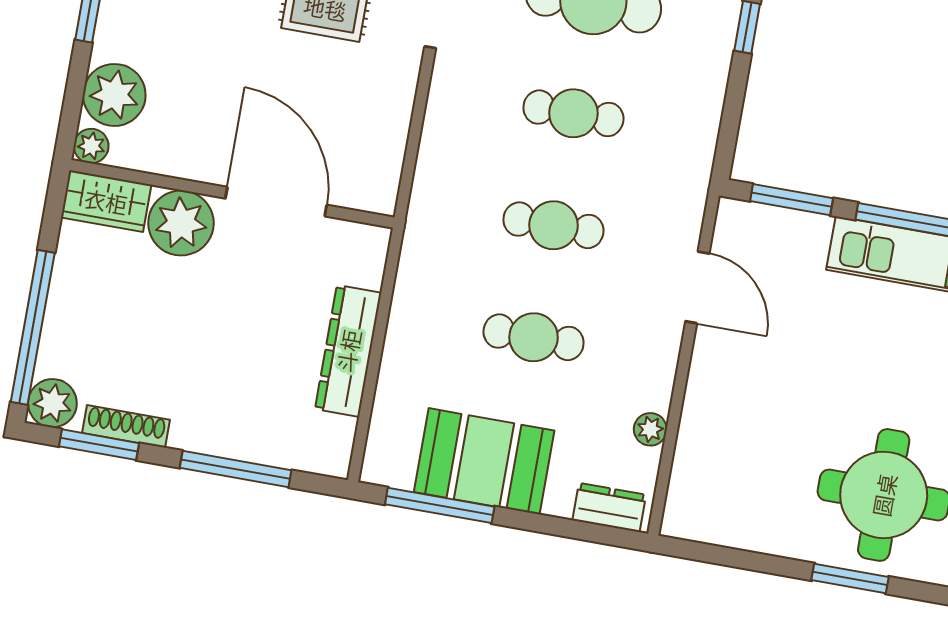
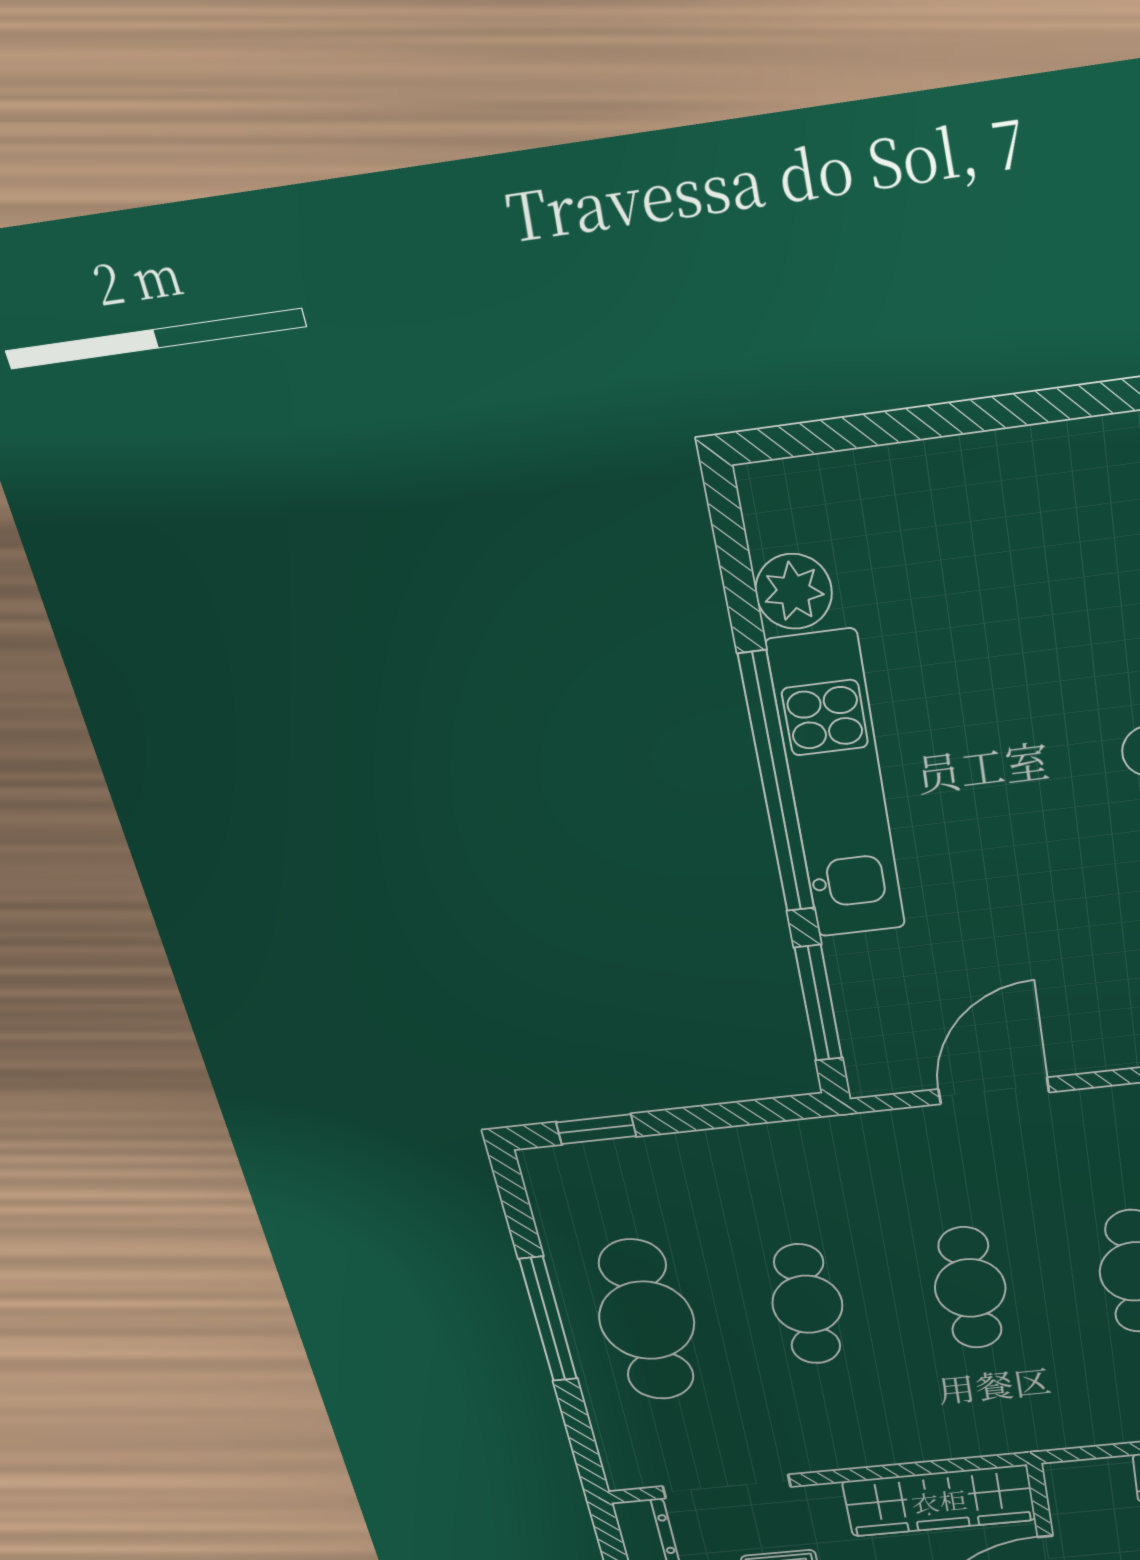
wardrobe: (381, 146) -> (939, 1501), added

